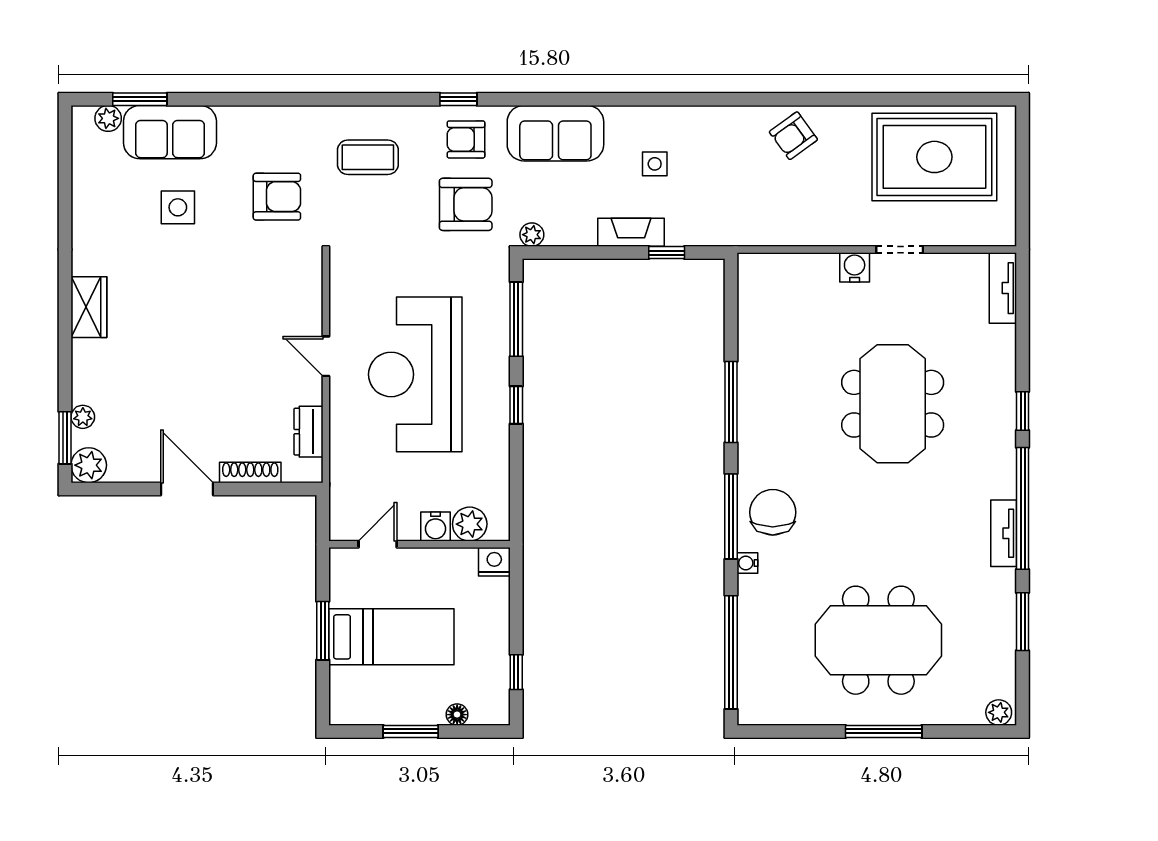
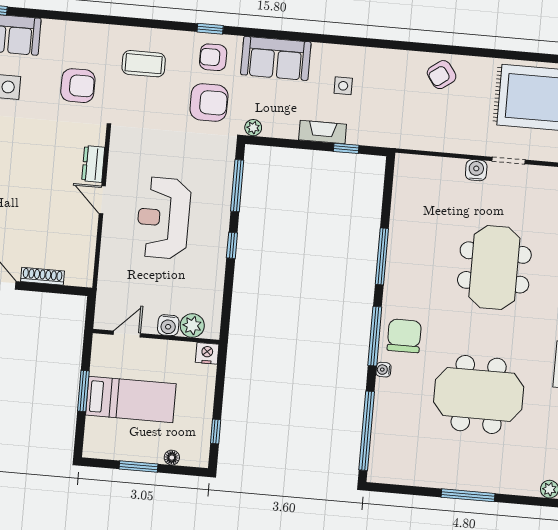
reception desk: (415, 374) -> (163, 218), width x0.74, depth x0.77
dresser: (309, 432) -> (93, 164), moved
meeting table: (878, 640) -> (479, 394), moved

